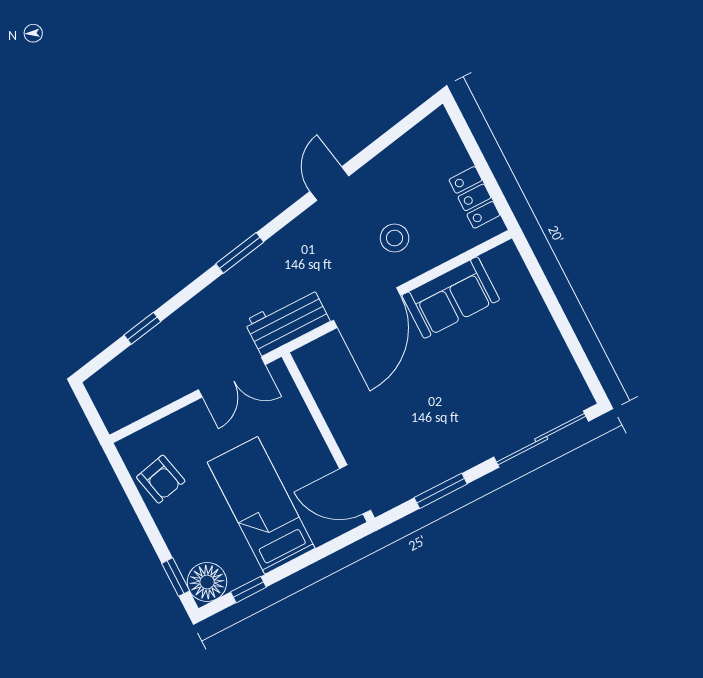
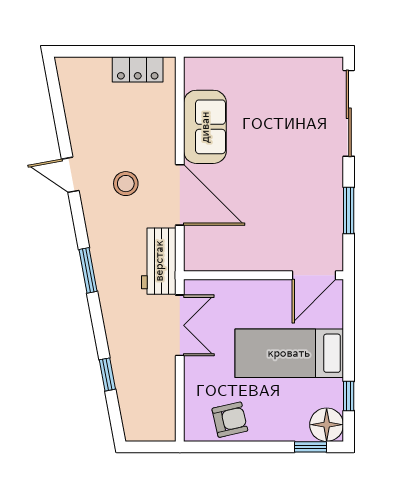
stool: (395, 238) -> (126, 184), moved

